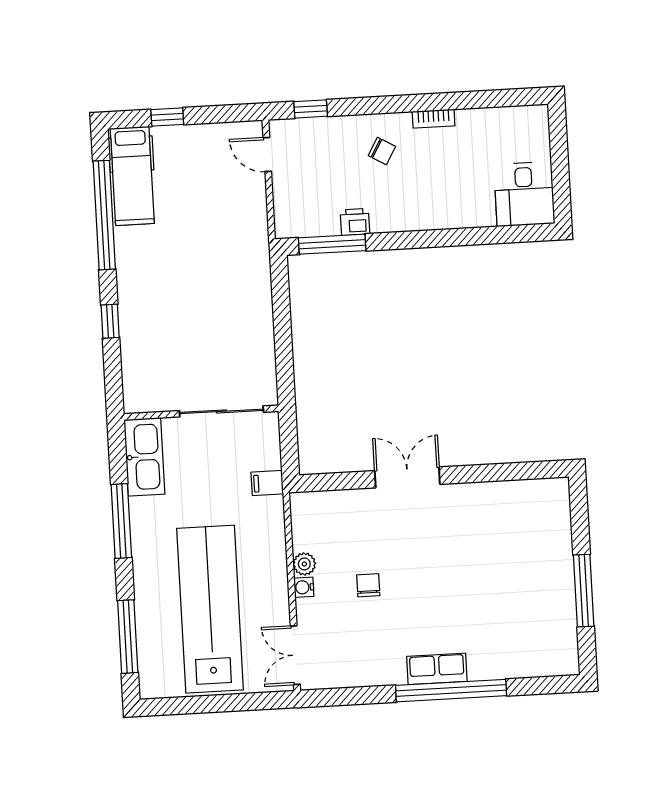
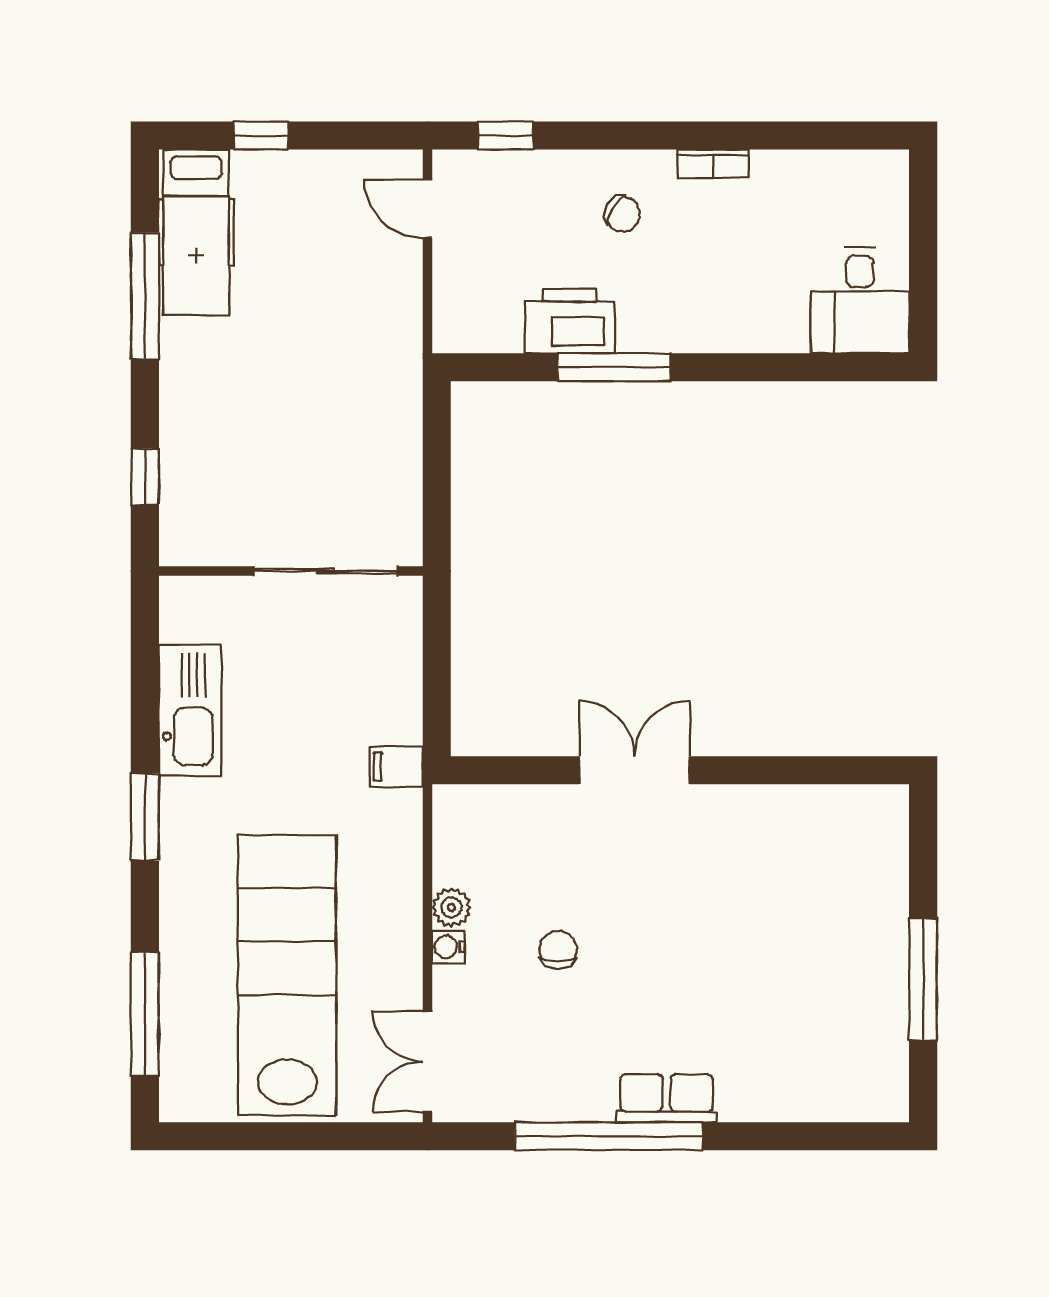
window: (104, 215) -> (145, 296), width x0.68
printer: (355, 222) -> (570, 321), width x1.87, depth x1.48
window: (332, 244) -> (614, 367), moved
sliding door: (221, 411) -> (325, 571), moved
wall: (201, 413) -> (291, 571), moved
window: (121, 521) -> (145, 817), width x0.69
window: (451, 691) -> (609, 1136), moved

